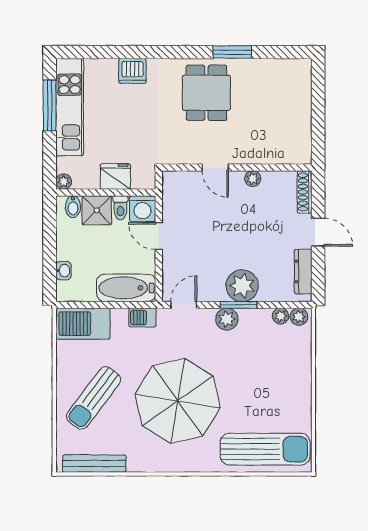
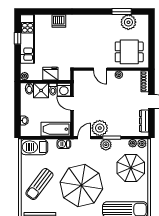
window: (232, 52) -> (122, 12), moved
plant: (272, 73) -> (128, 22), added
dining table: (206, 93) -> (129, 52), moved, turned 90
window: (50, 106) -> (18, 38), width x0.46
plant: (242, 286) -> (100, 128), moved
parasol: (277, 366) -> (131, 168), added

